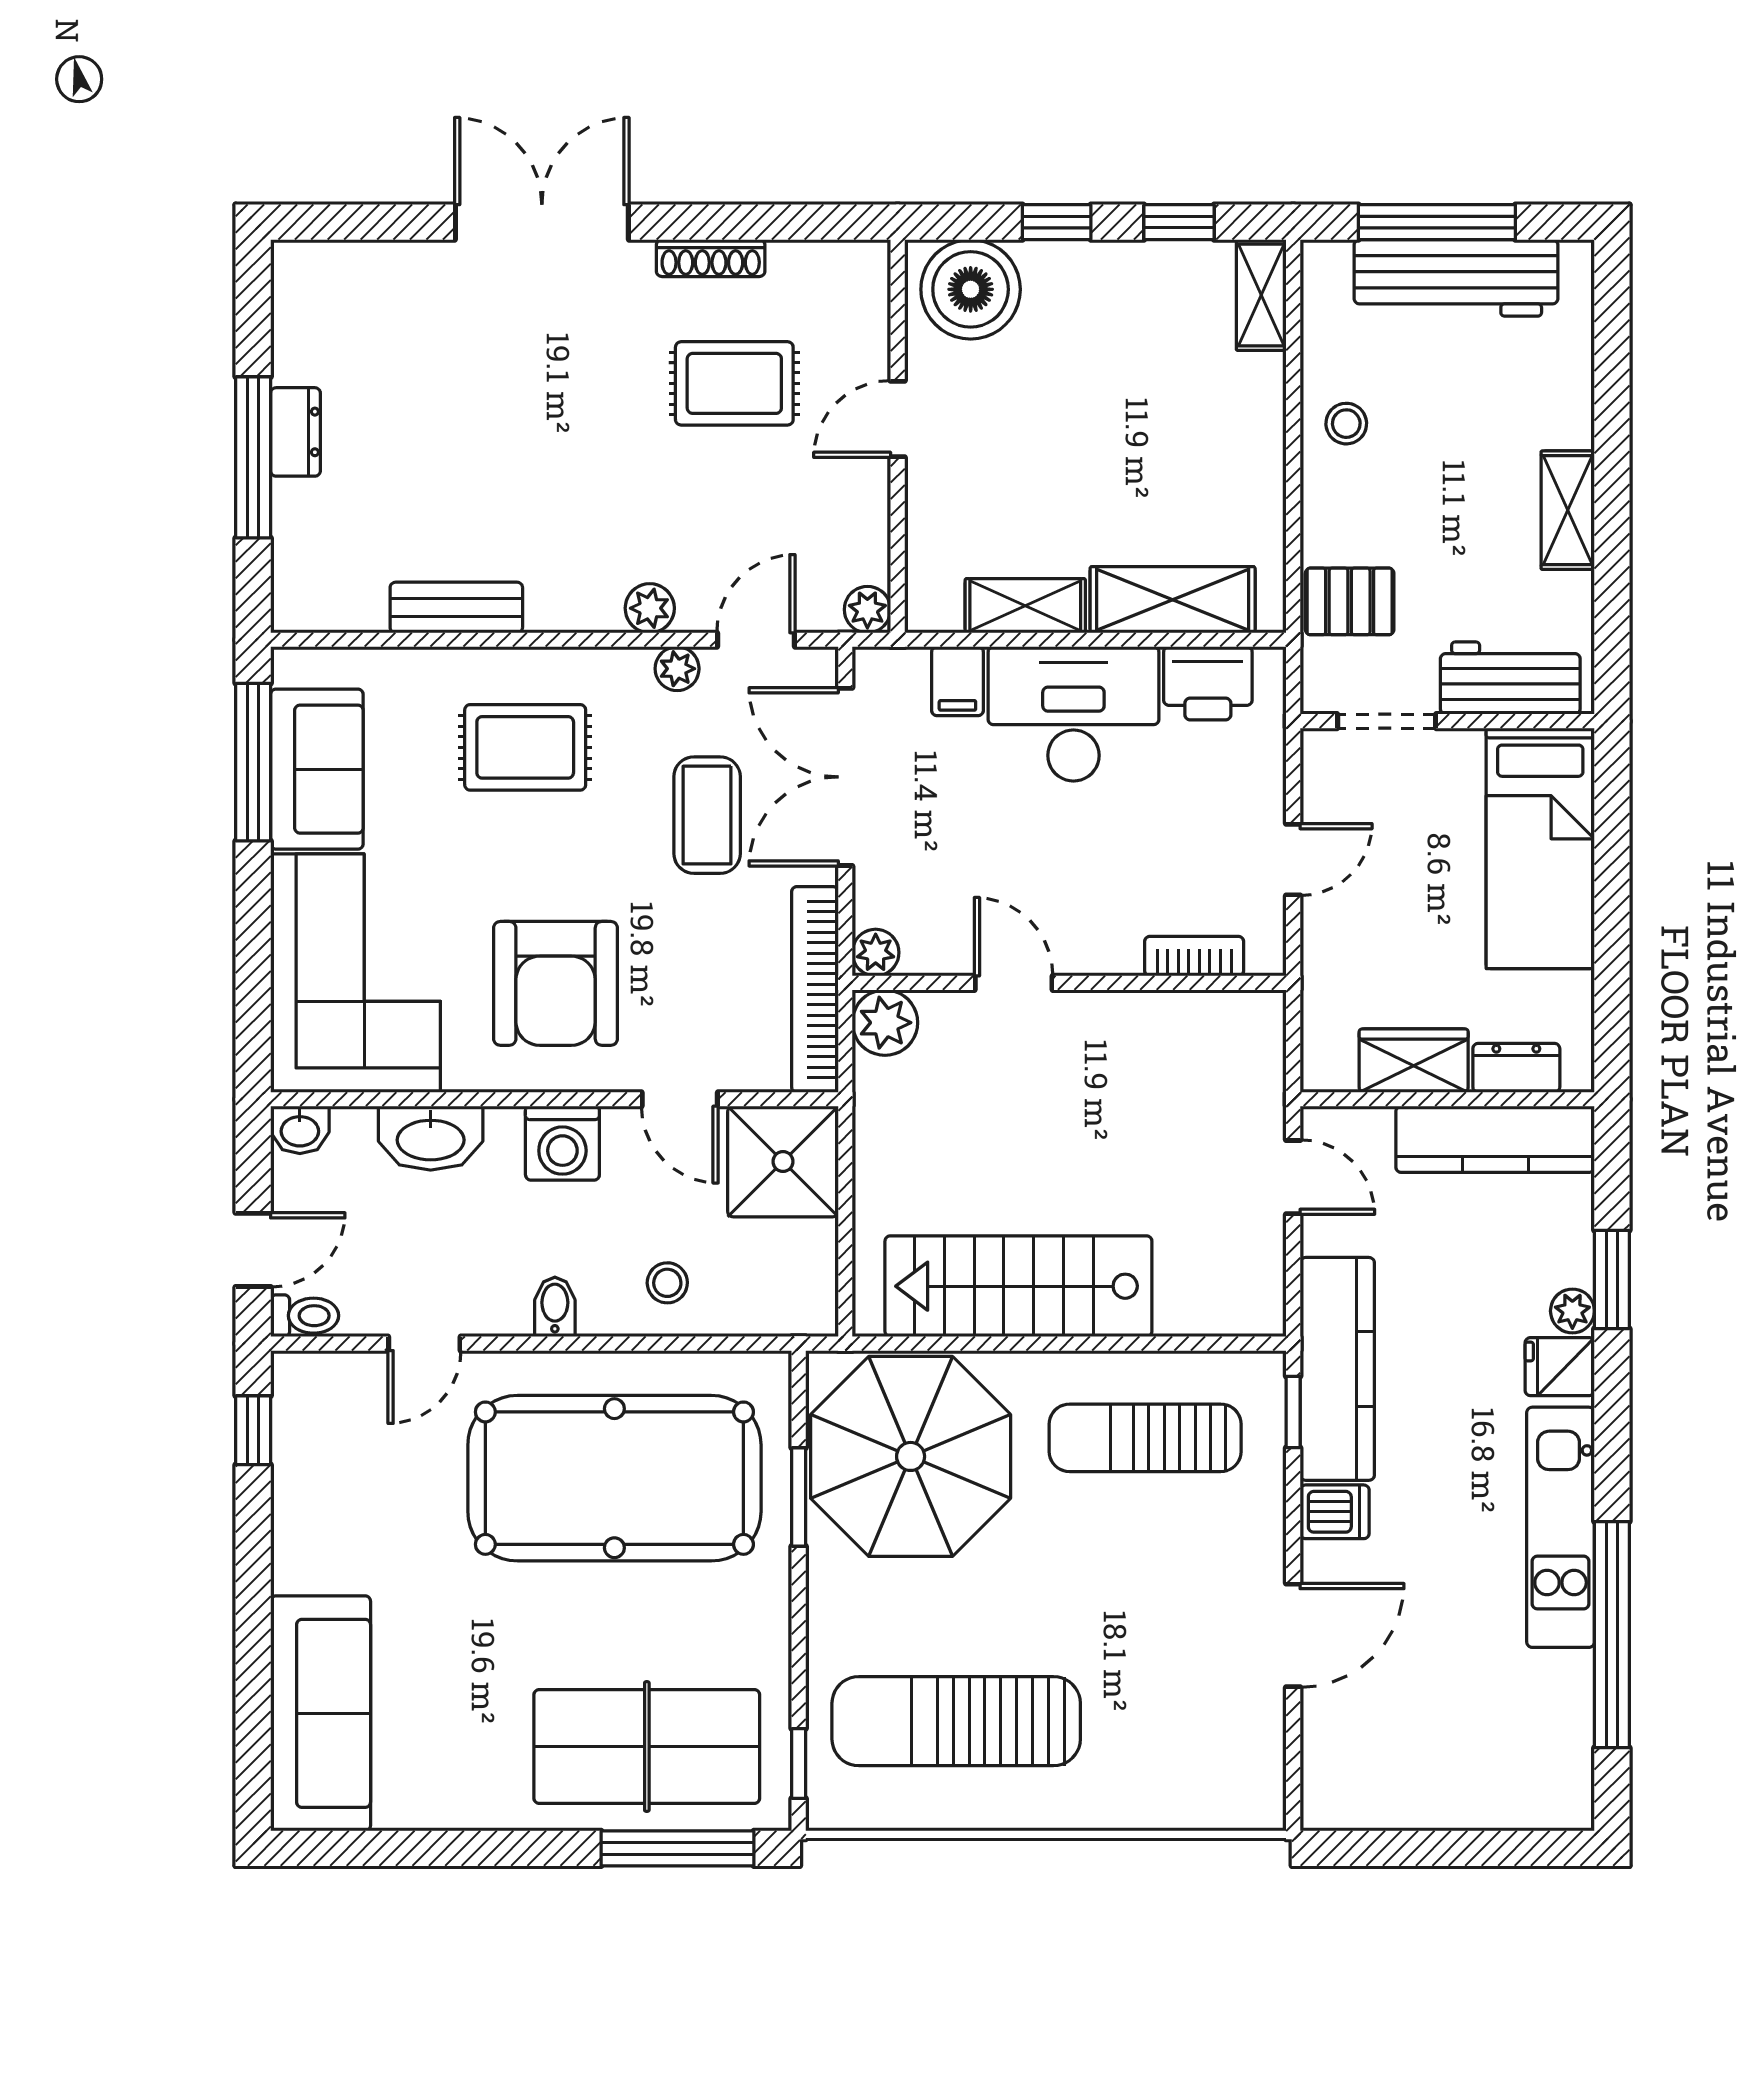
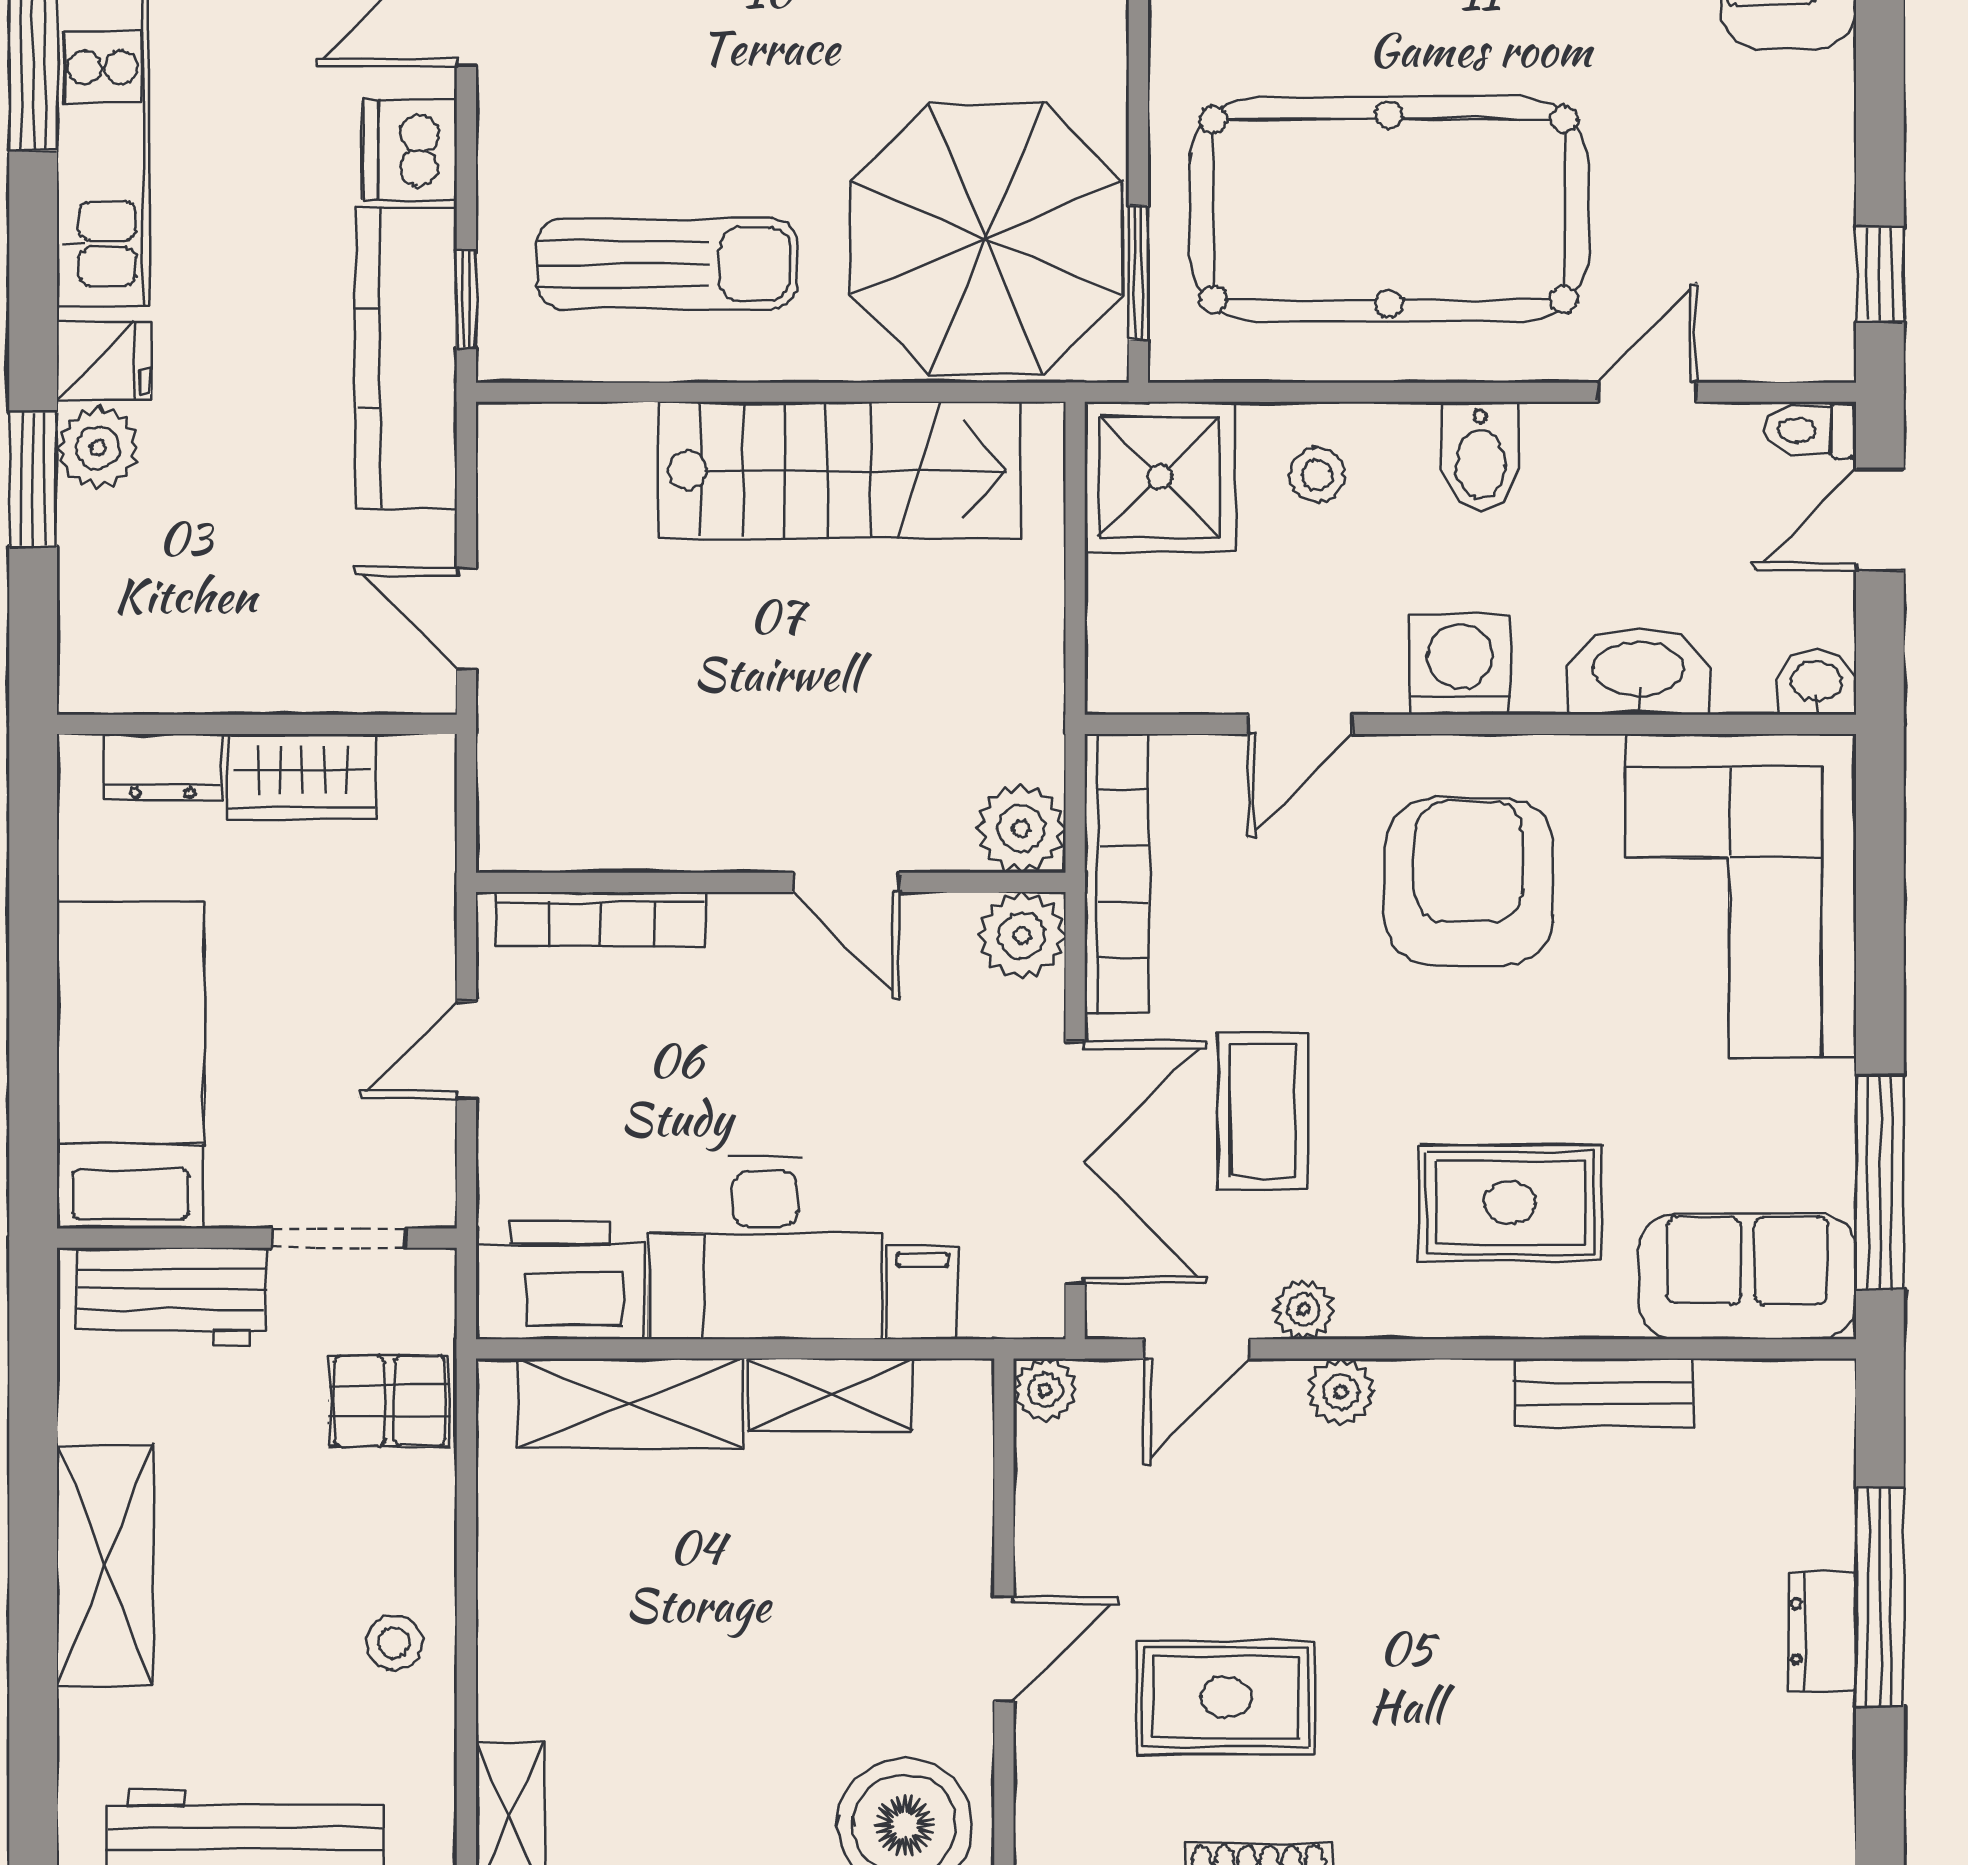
shelving: (1568, 510) -> (105, 1565), width x1.50, depth x1.33
printer: (1208, 683) -> (560, 1280), width x1.37, depth x1.19
sofa: (317, 769) -> (1747, 1276), moved, turned 90
plant: (876, 953) -> (1022, 936), width x1.38, depth x1.38
bookcase: (1194, 956) -> (601, 919), width x1.56
door: (680, 1099) -> (1300, 724), swing flipped
kitchen counter: (1495, 1139) -> (192, 670), removed
shower: (783, 1162) -> (1160, 477), moved
bidet: (555, 1307) -> (1480, 457), width x1.38, depth x1.36
plant: (1572, 1311) -> (98, 448), width x1.38, depth x1.38
window: (799, 1497) -> (1138, 273), moved
dishwasher: (1335, 1512) -> (410, 150), width x1.38

